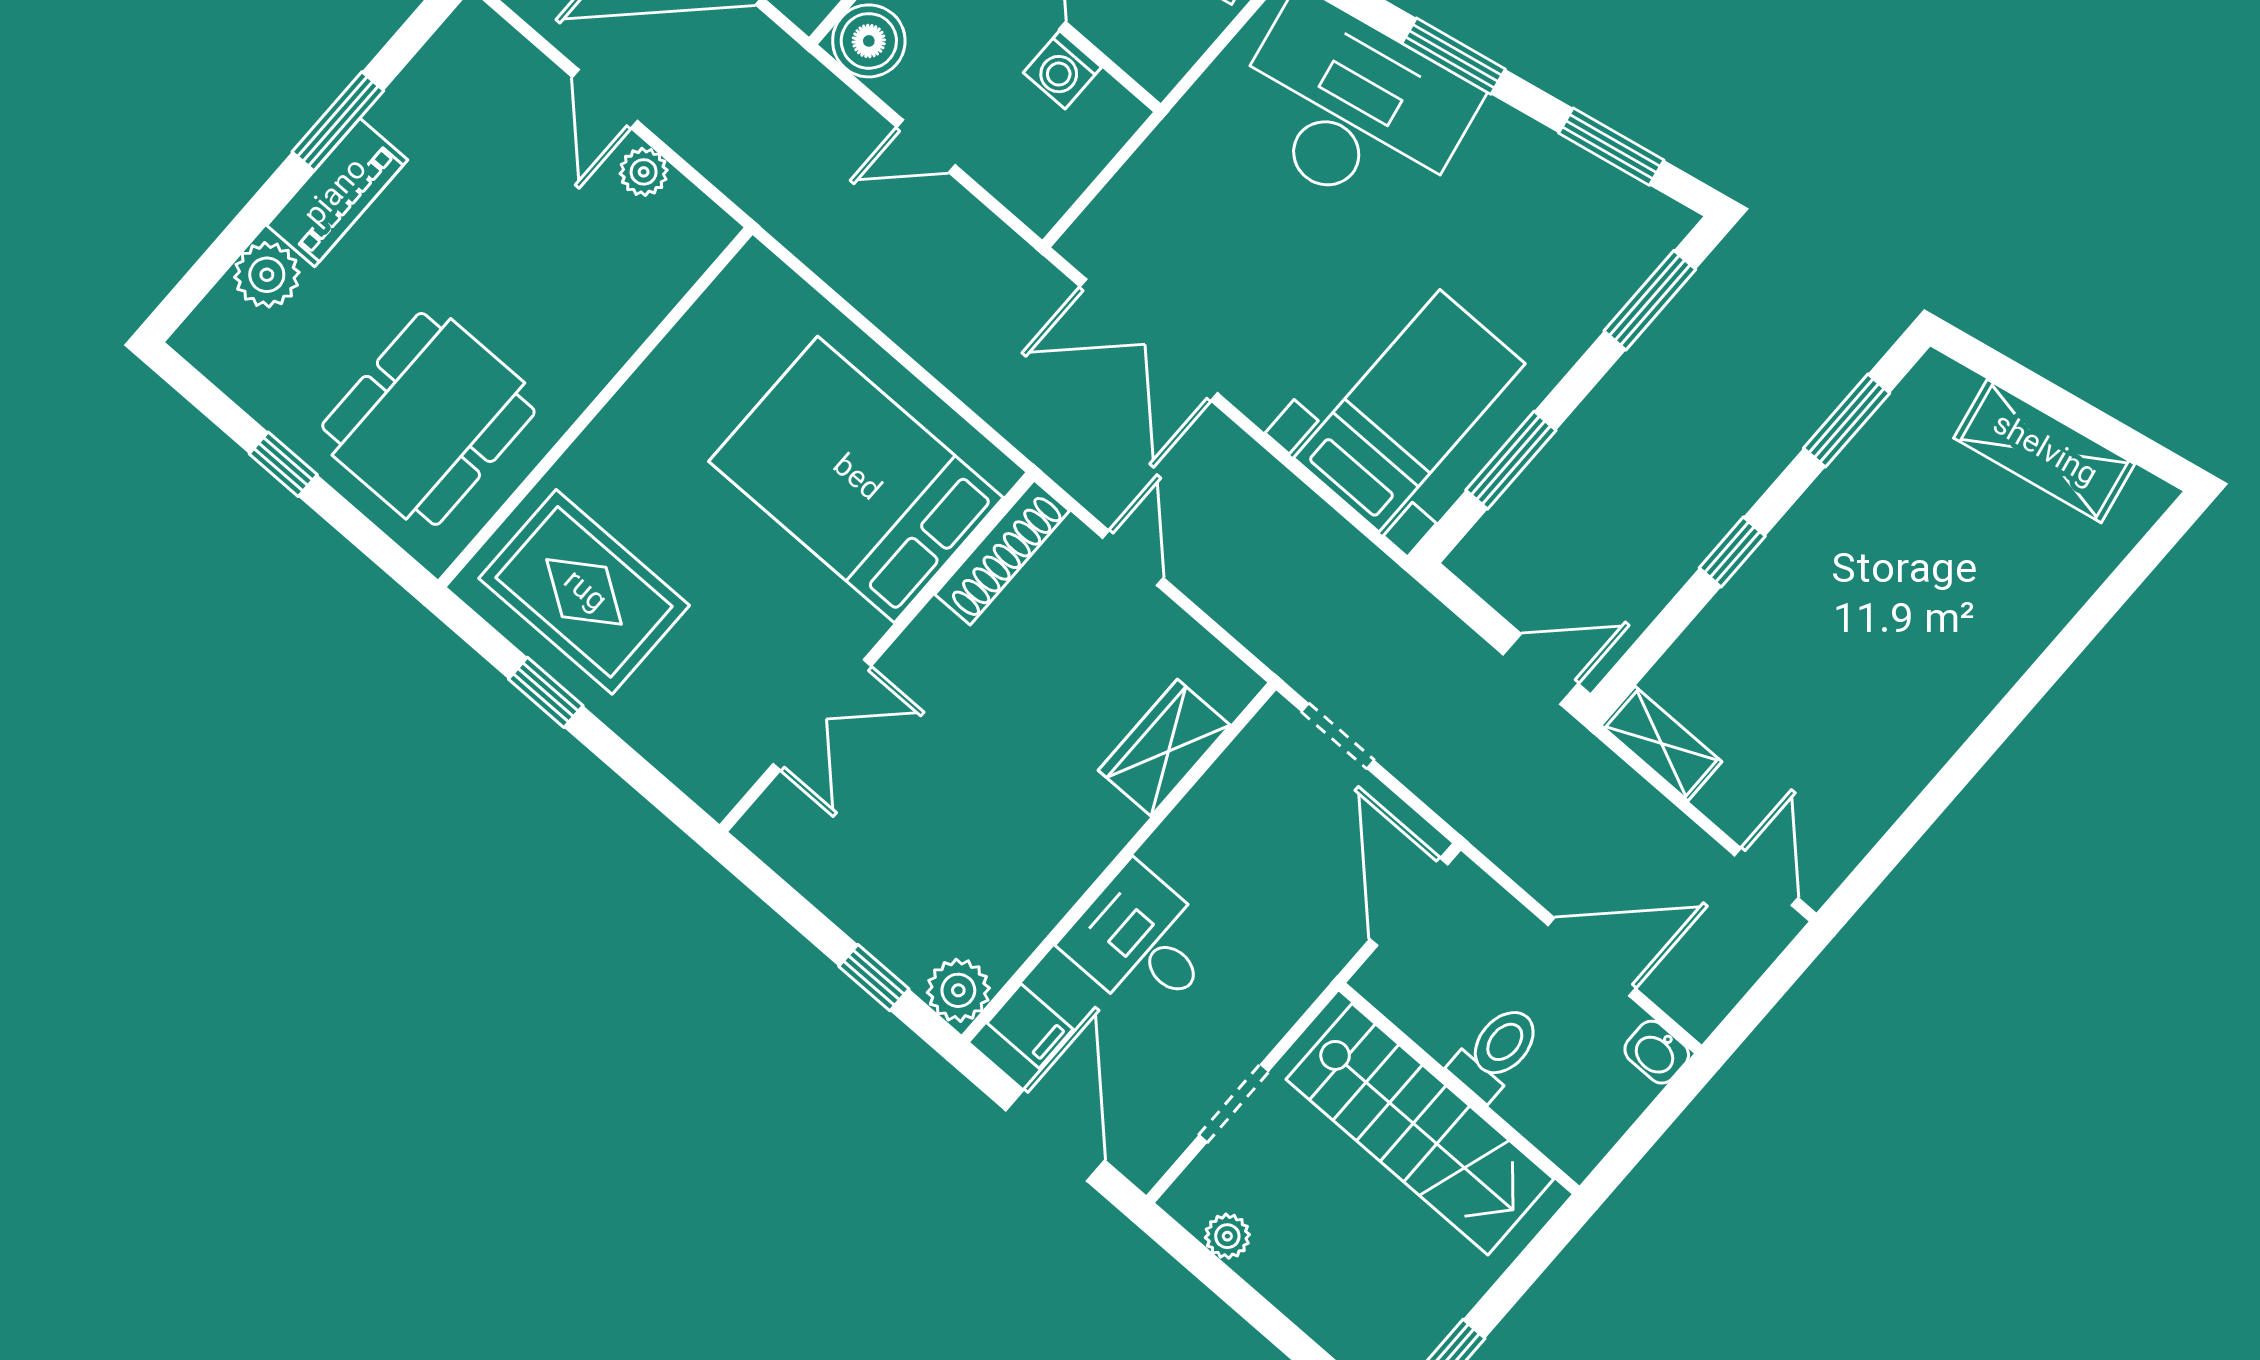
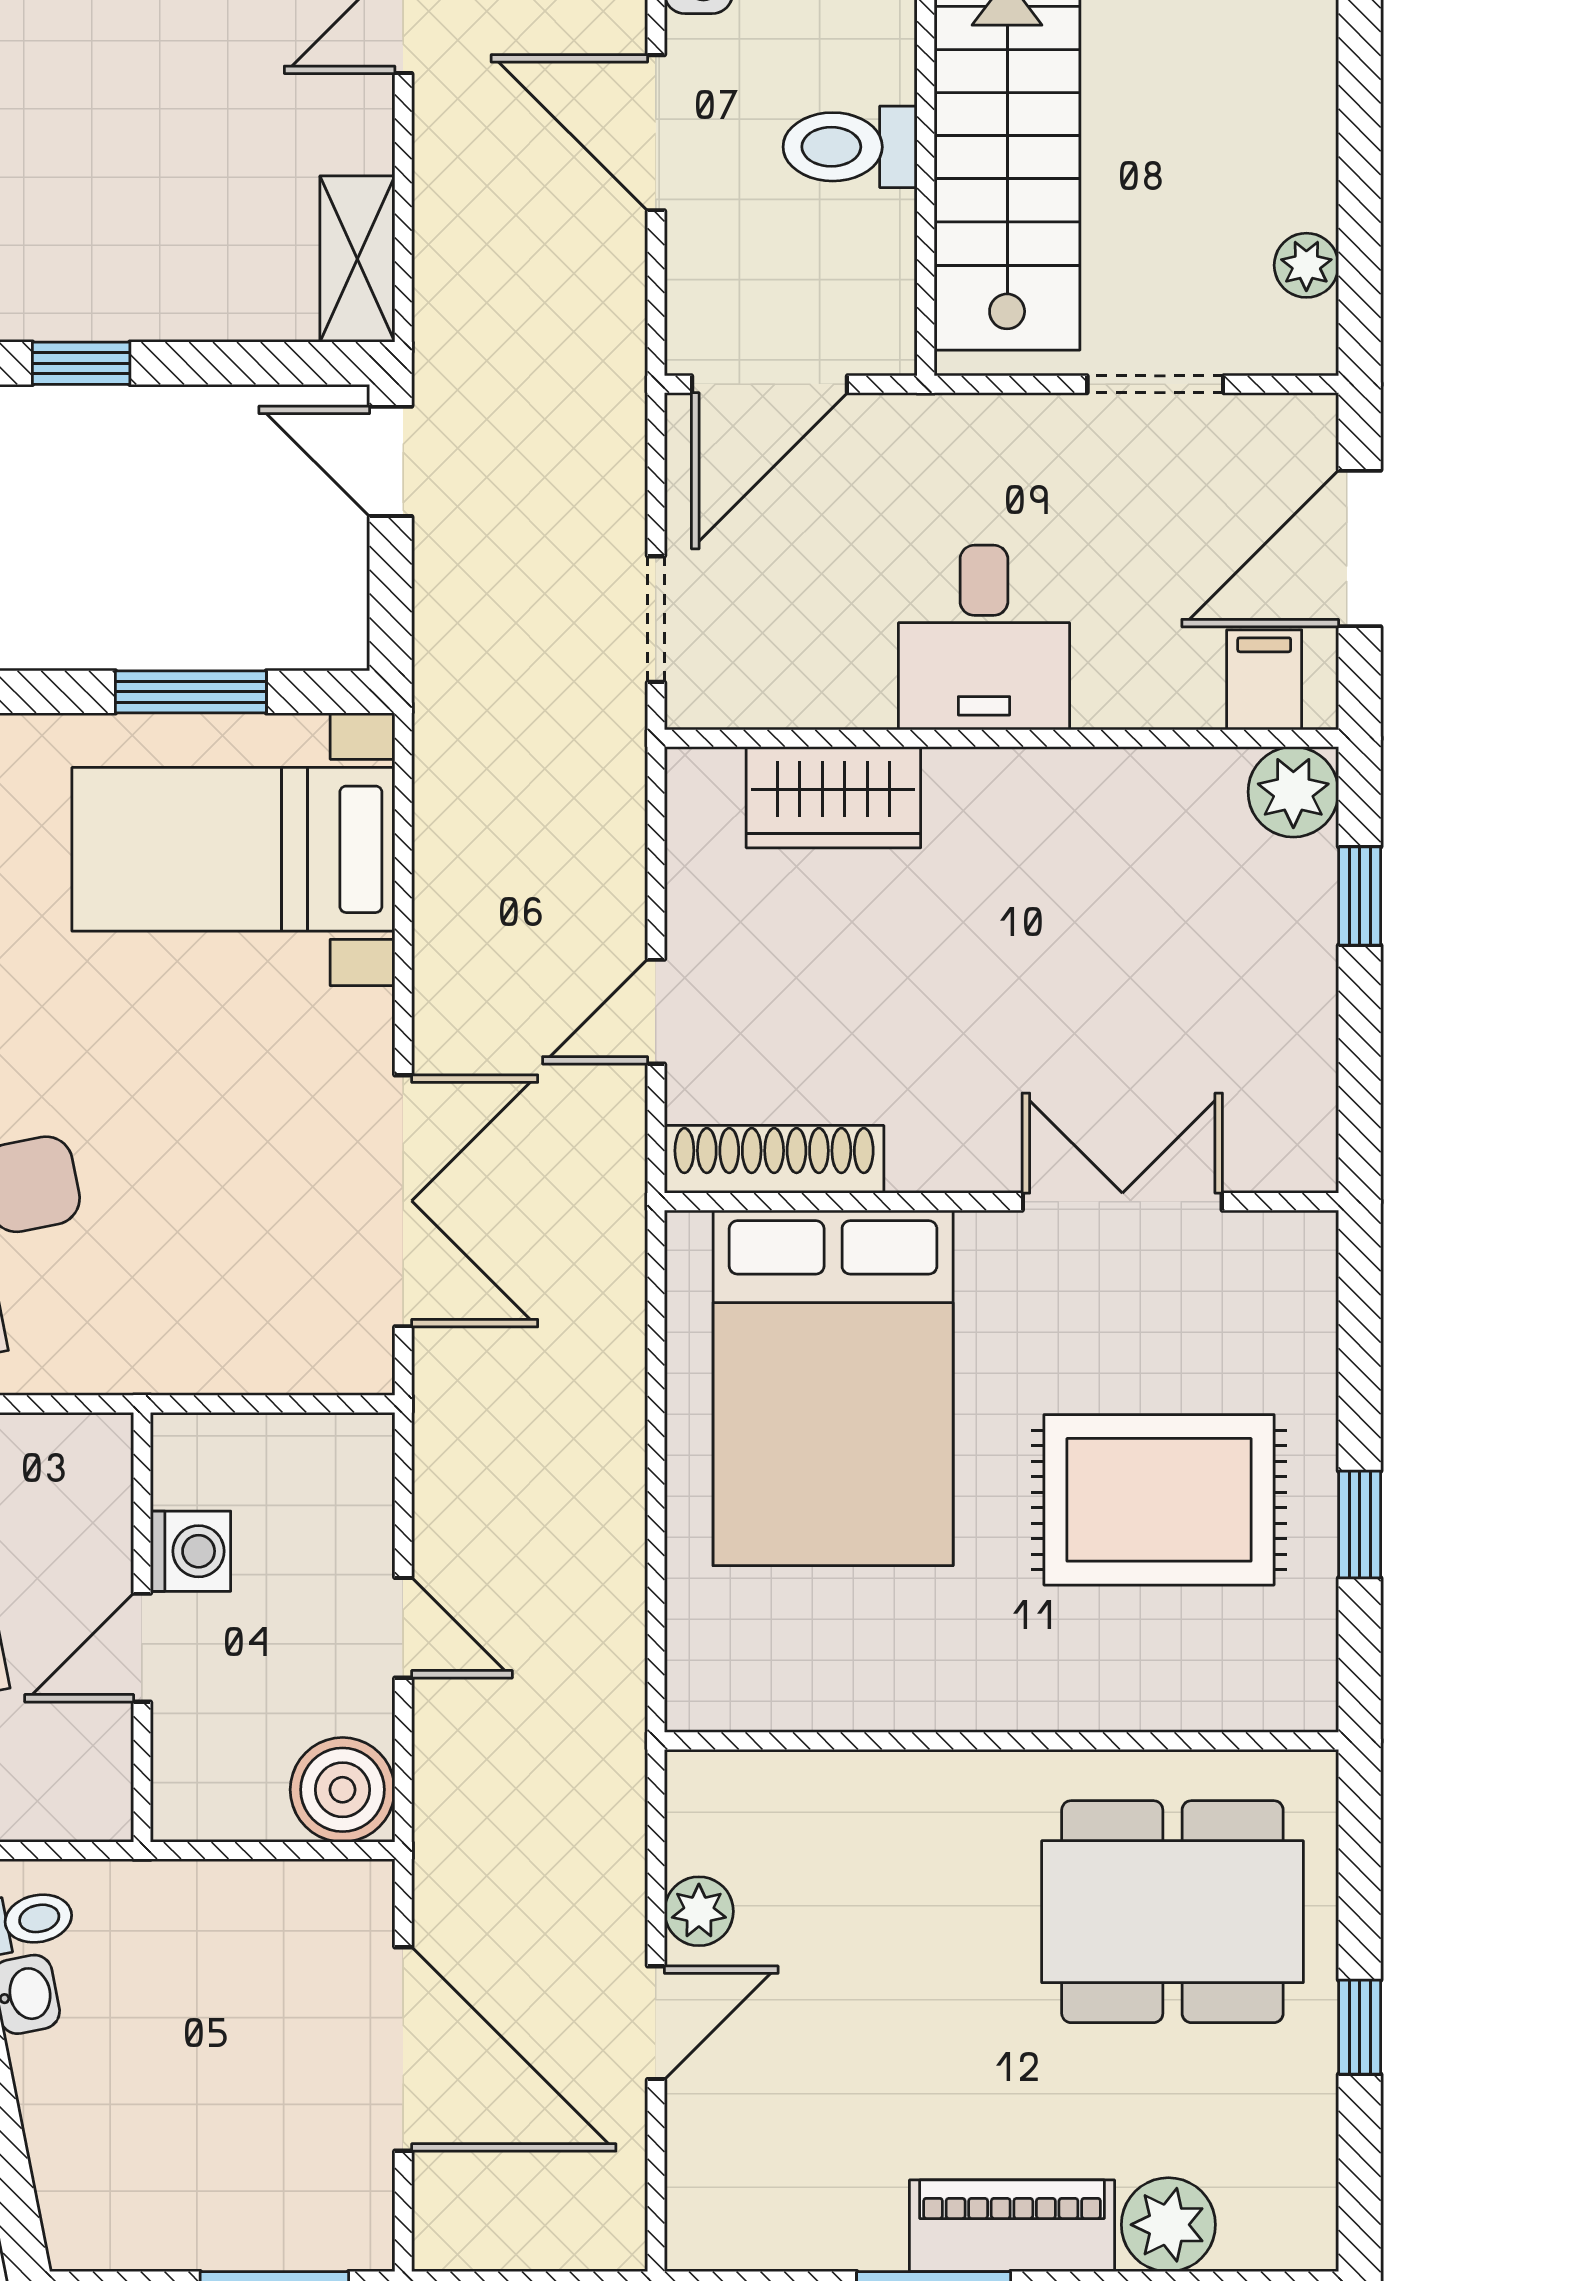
rug: (584, 592) -> (1159, 1500), moved, turned 90
desk: (1142, 942) -> (984, 637), moved

